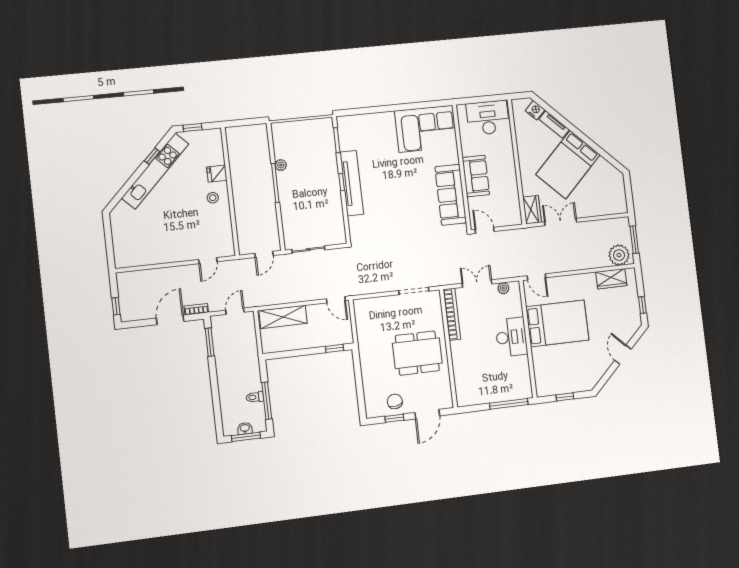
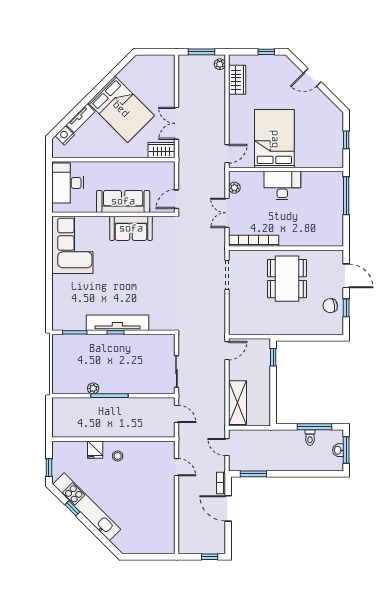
sofa: (476, 176) -> (123, 201), width x1.36
sofa: (451, 195) -> (131, 228), width x0.73
plant: (619, 255) -> (220, 64), width x0.53, depth x0.53

